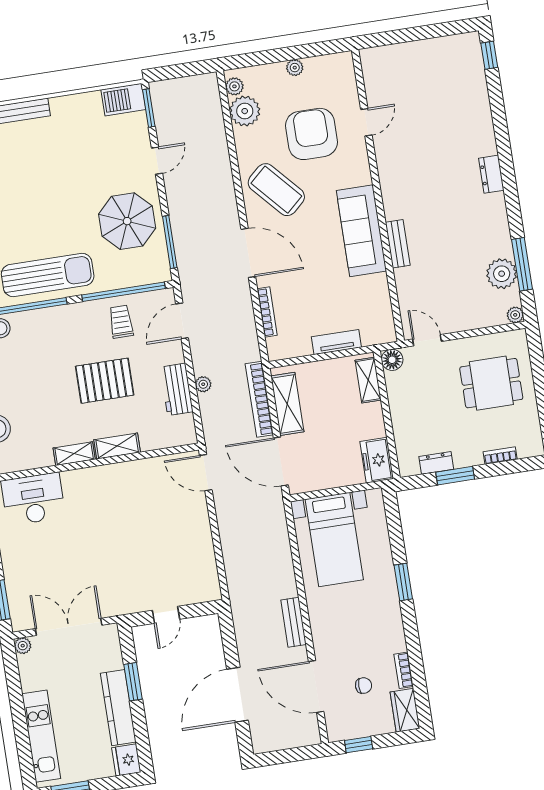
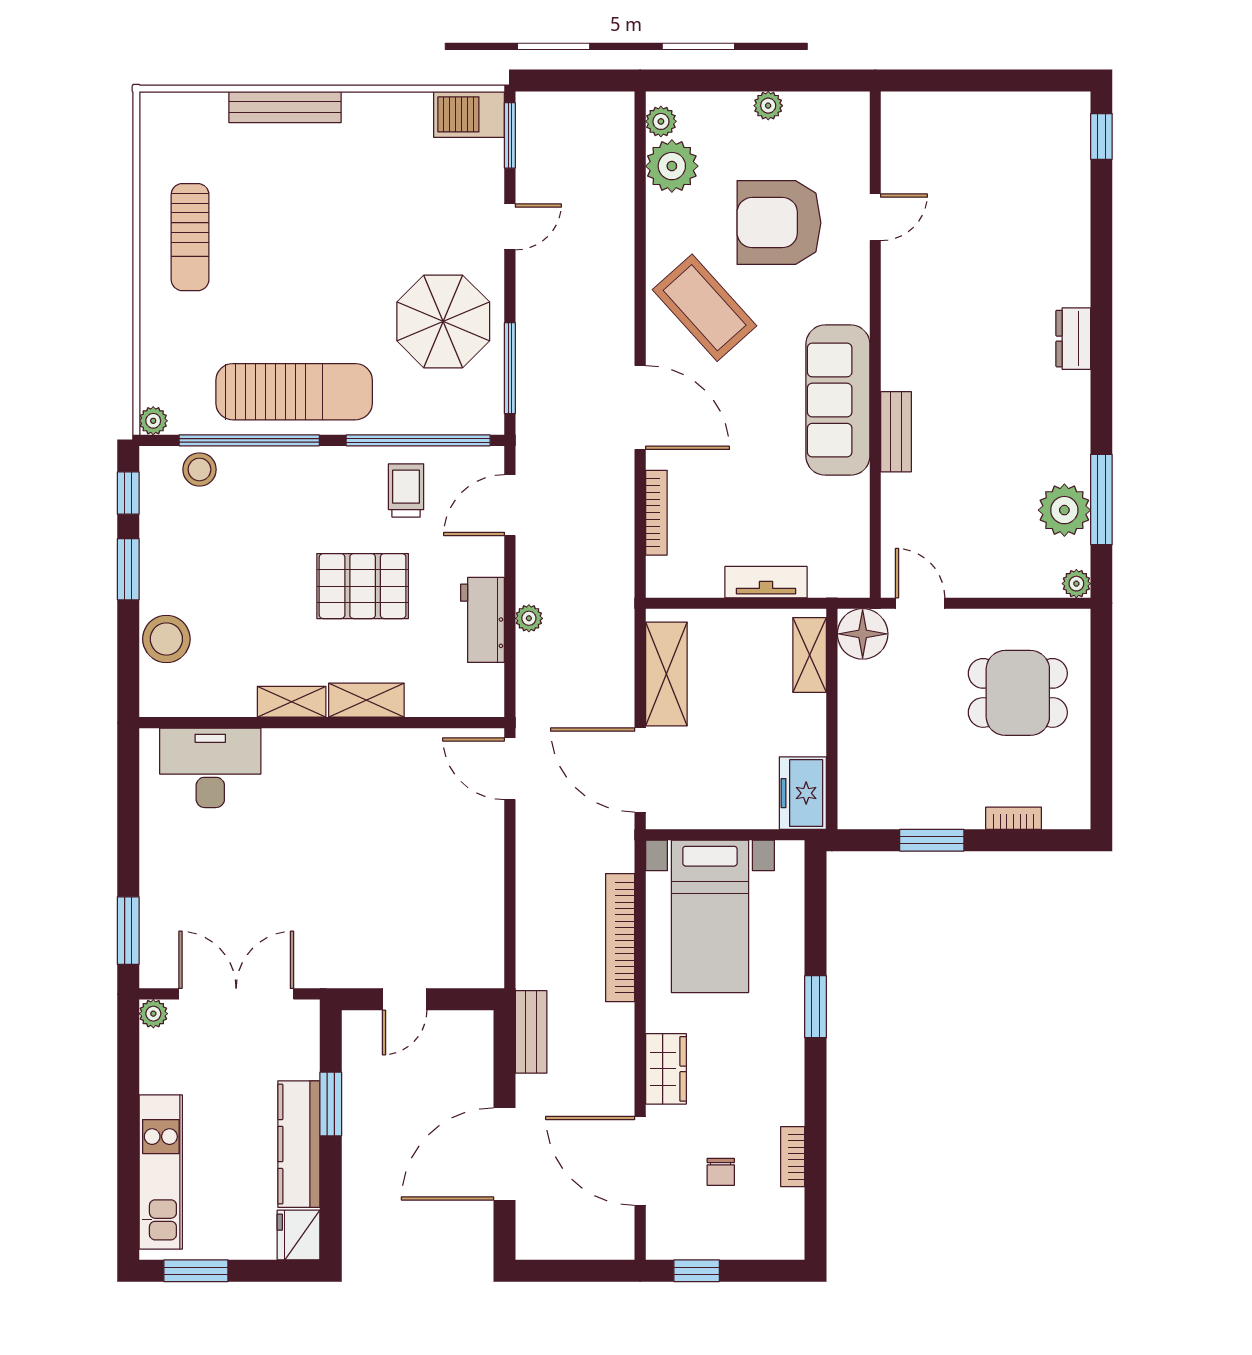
armchair: (311, 134) -> (779, 223), turned -90
floor lamp: (392, 360) -> (863, 634), width x1.38, depth x1.38
bookcase: (259, 399) -> (620, 938), moved
dresser: (436, 463) -> (903, 814), removed
bench: (294, 622) -> (531, 1032), moved
chair: (364, 686) -> (721, 1172), turned 90
wardrobe: (405, 710) -> (666, 1069), moved, turned 180

